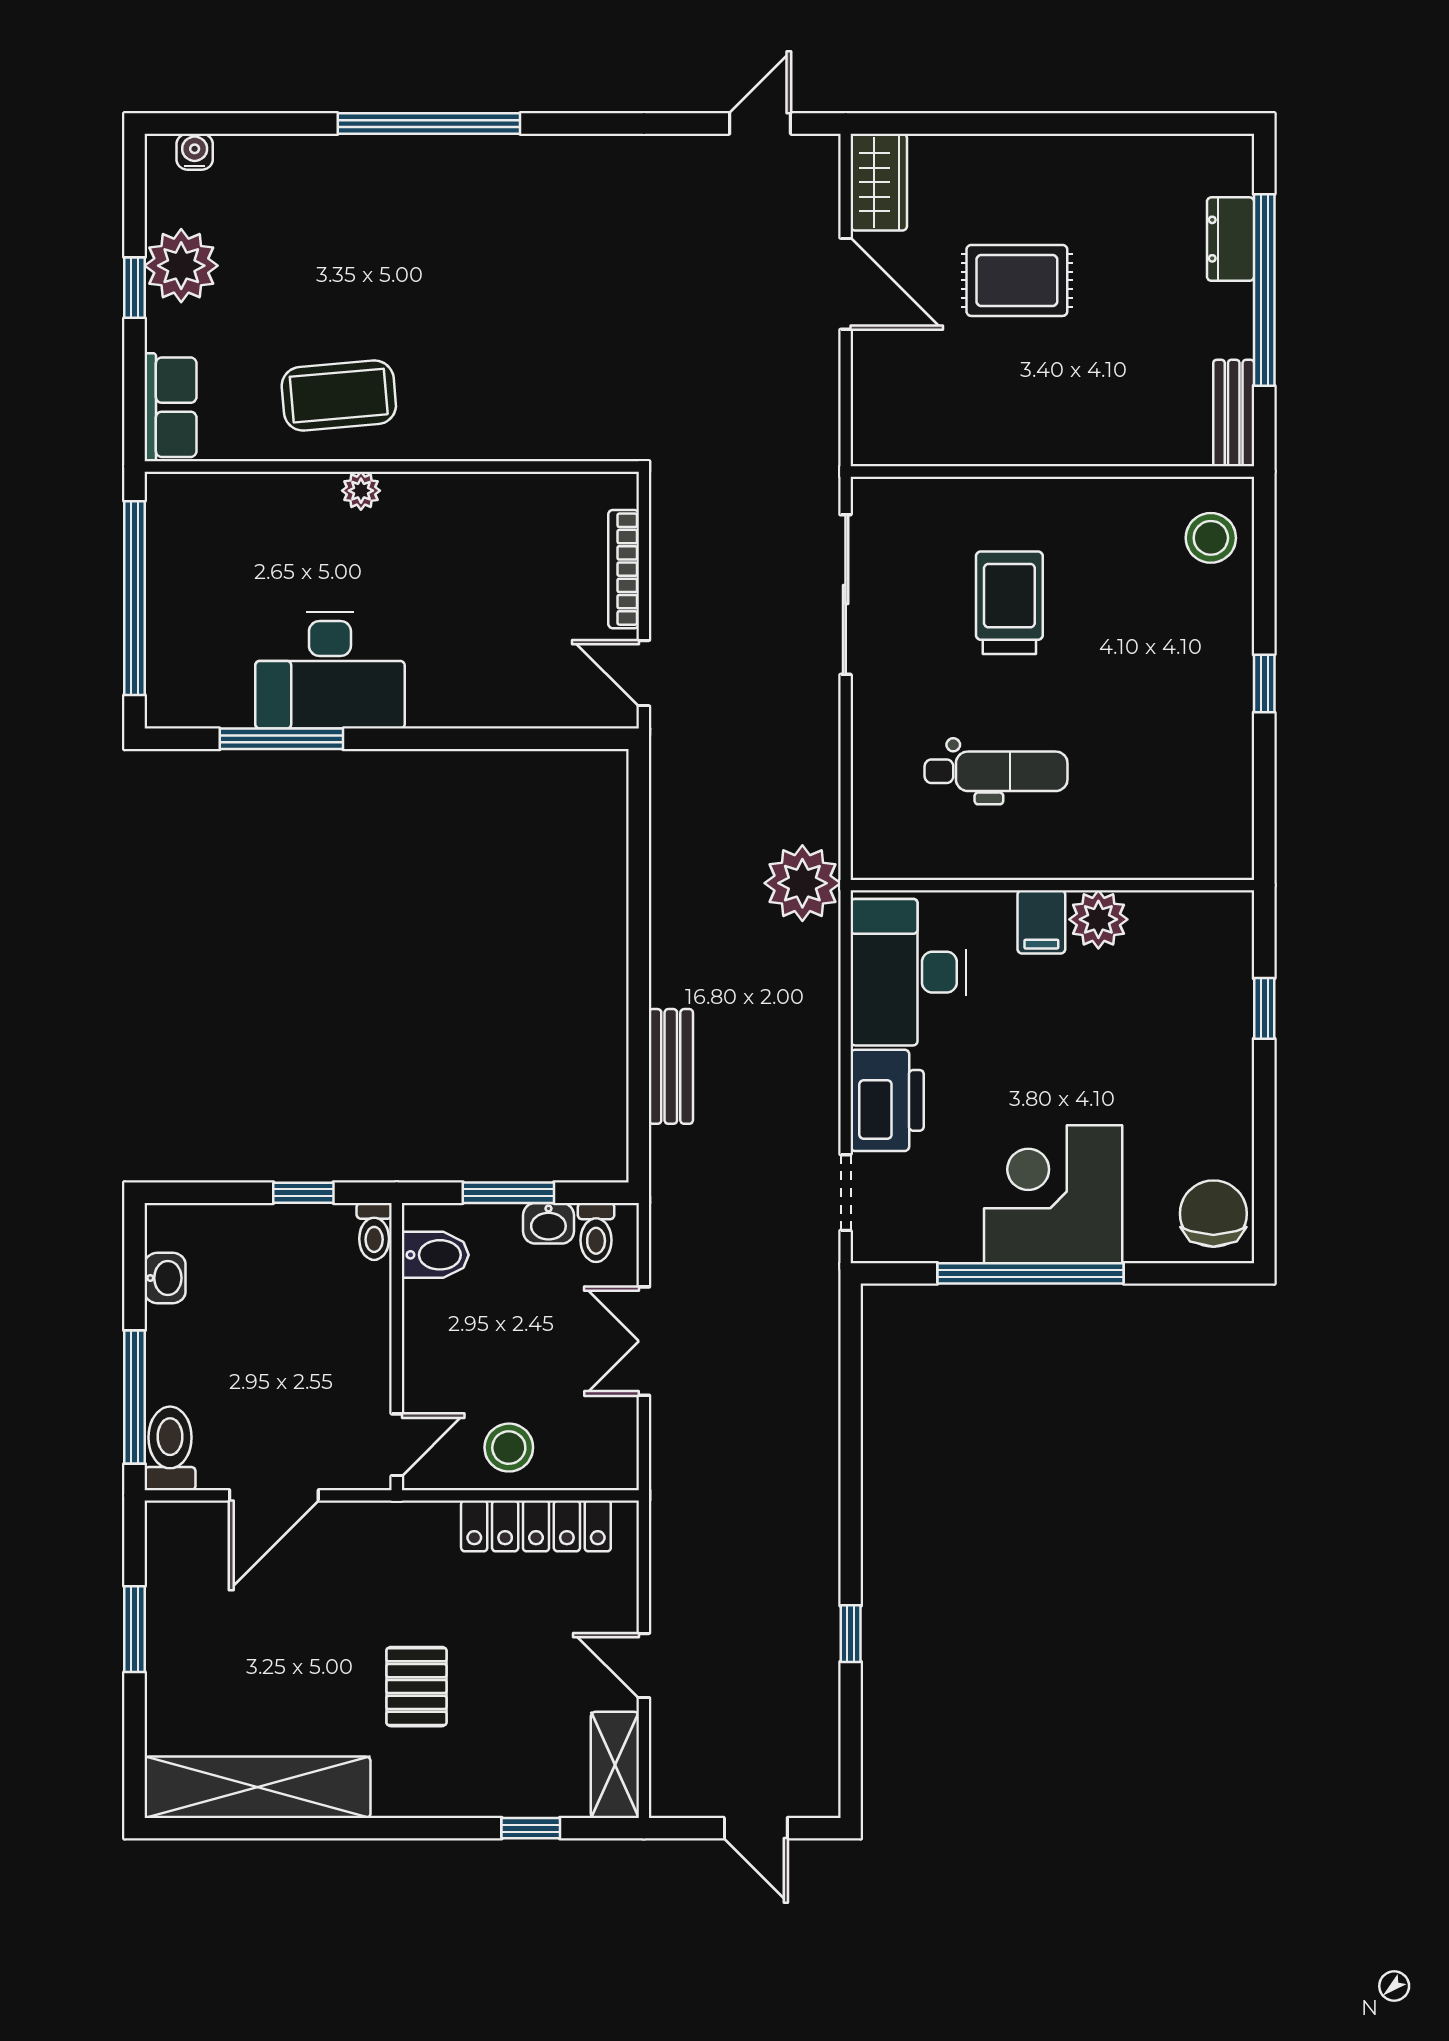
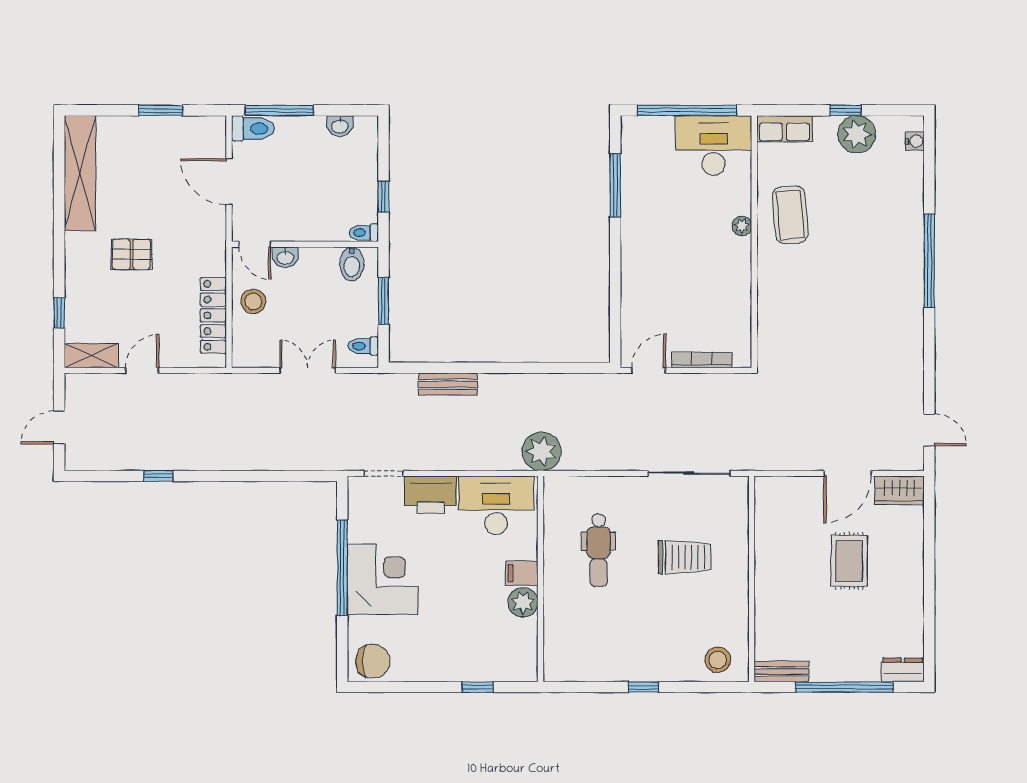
dresser: (1231, 239) -> (903, 670), moved
desk: (330, 670) -> (714, 145), moved, turned 90
washbasin: (548, 1223) -> (285, 257), moved, turned -90

